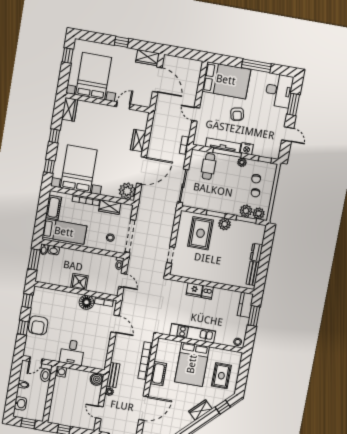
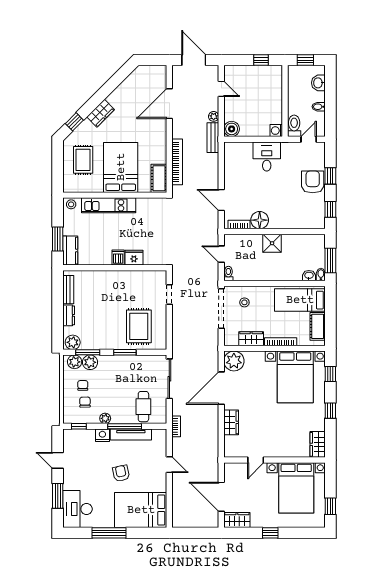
plant: (225, 224) -> (73, 342), moved
kitchen unit: (193, 333) -> (109, 205), moved
cot: (158, 374) -> (159, 178), moved

